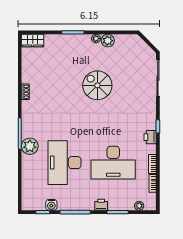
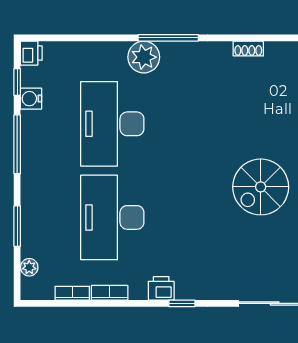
spiral stairs: (97, 85) -> (261, 187), turned 180
desk: (64, 163) -> (112, 124), turned -90
printer: (101, 205) -> (31, 53), moved

